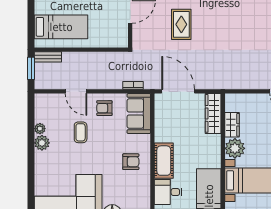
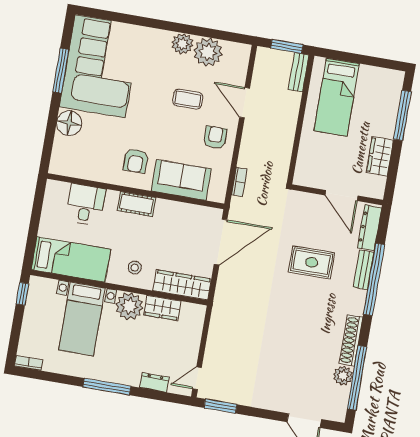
door: (76, 91) -> (245, 103), hinge flipped
sofa: (139, 114) -> (181, 180), moved
plant: (40, 129) -> (208, 52), width x1.88, depth x1.88
stool: (207, 149) -> (135, 268), added
cot: (164, 161) -> (136, 204), width x0.73, depth x0.75

